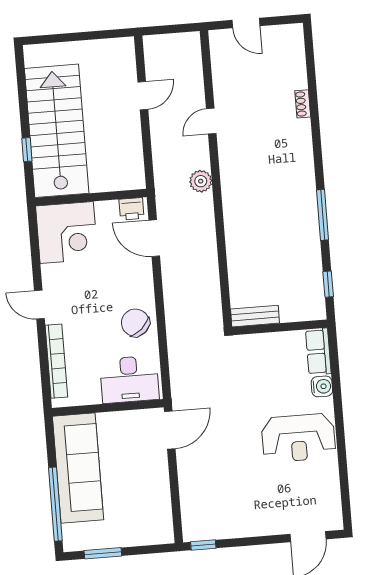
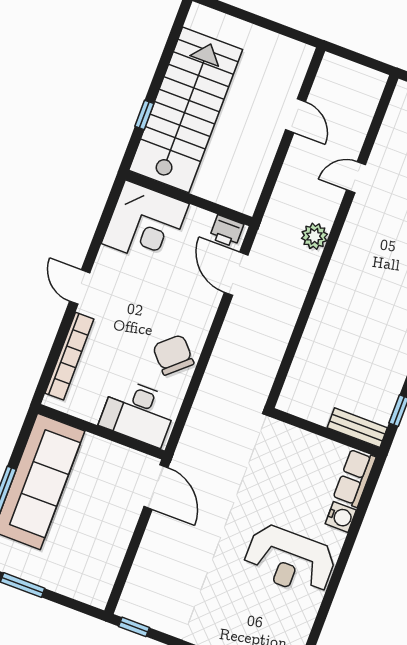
door: (143, 96) -> (296, 116), hinge flipped
bench: (255, 316) -> (357, 428), moved
door: (170, 430) -> (156, 487), hinge flipped

